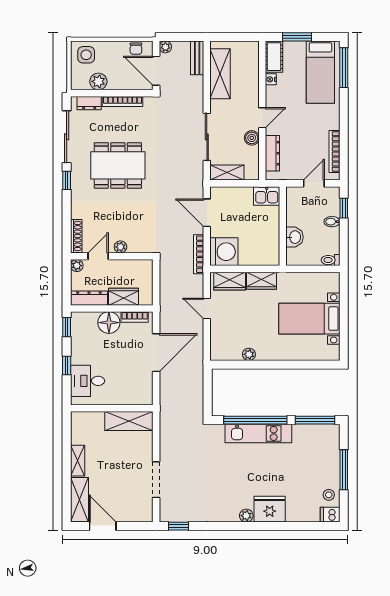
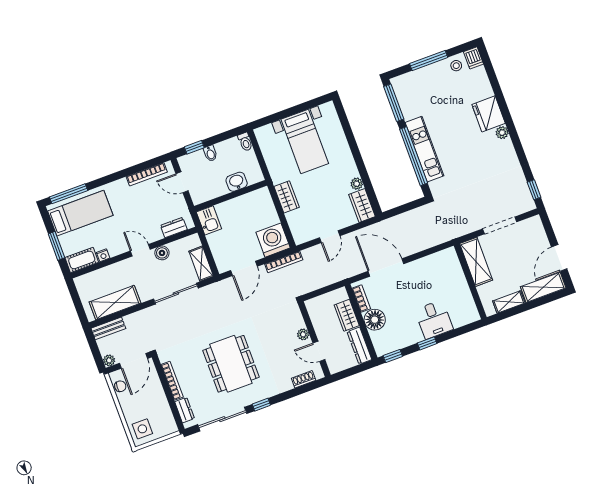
plant: (98, 81) -> (162, 409), removed
dresser: (272, 153) -> (174, 227), width x0.70
shoe rack: (76, 236) -> (304, 379), width x0.70
plant: (77, 266) -> (334, 367), removed
wardrobe: (230, 281) -> (362, 205), moved, turned 180
wall: (112, 408) -> (470, 281), moved
shelving: (129, 421) -> (476, 262), moved

